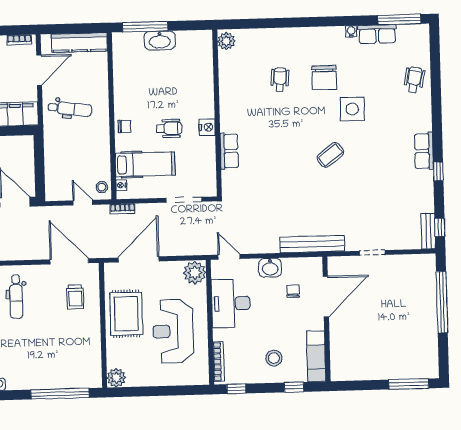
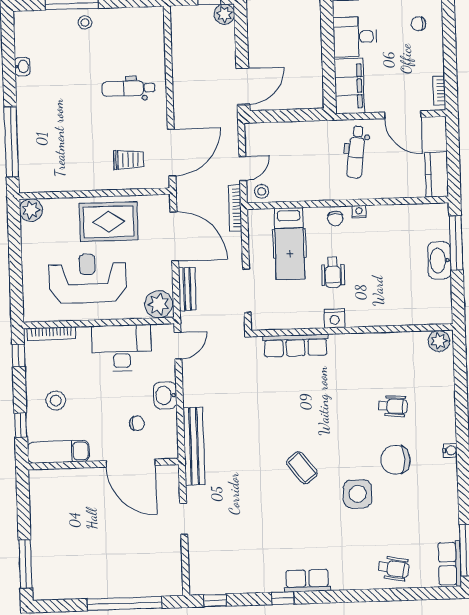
water cooler: (351, 31) -> (450, 450), moved
row of seats: (377, 34) -> (450, 564), moved
kitchen counter: (79, 43) -> (437, 175), width x0.67
row of seats: (229, 151) -> (296, 346), width x1.48
nightstand: (121, 185) -> (359, 212), moved
bookcase: (122, 209) -> (235, 208), width x1.56
bench: (428, 231) -> (187, 289), moved, turned 90
trolley: (75, 297) -> (129, 160), turned 180

